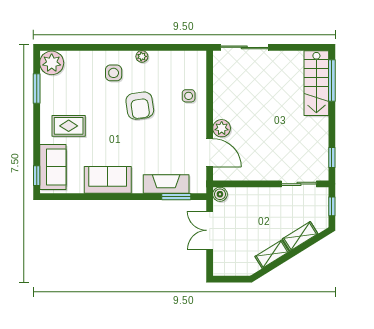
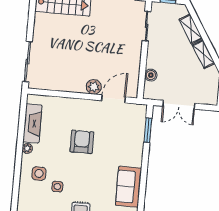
side table: (189, 96) -> (57, 187), moved
armchair: (140, 106) -> (82, 142), moved, turned -82
fireplace: (166, 184) -> (32, 123), moved, turned 180
boiler: (220, 194) -> (151, 75), moved

